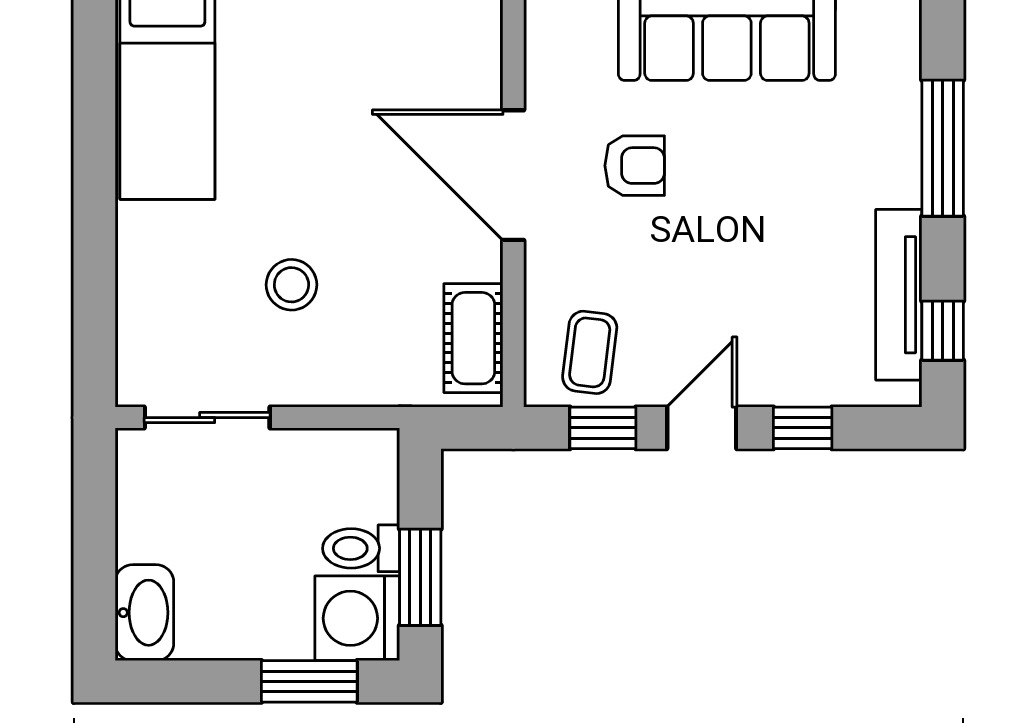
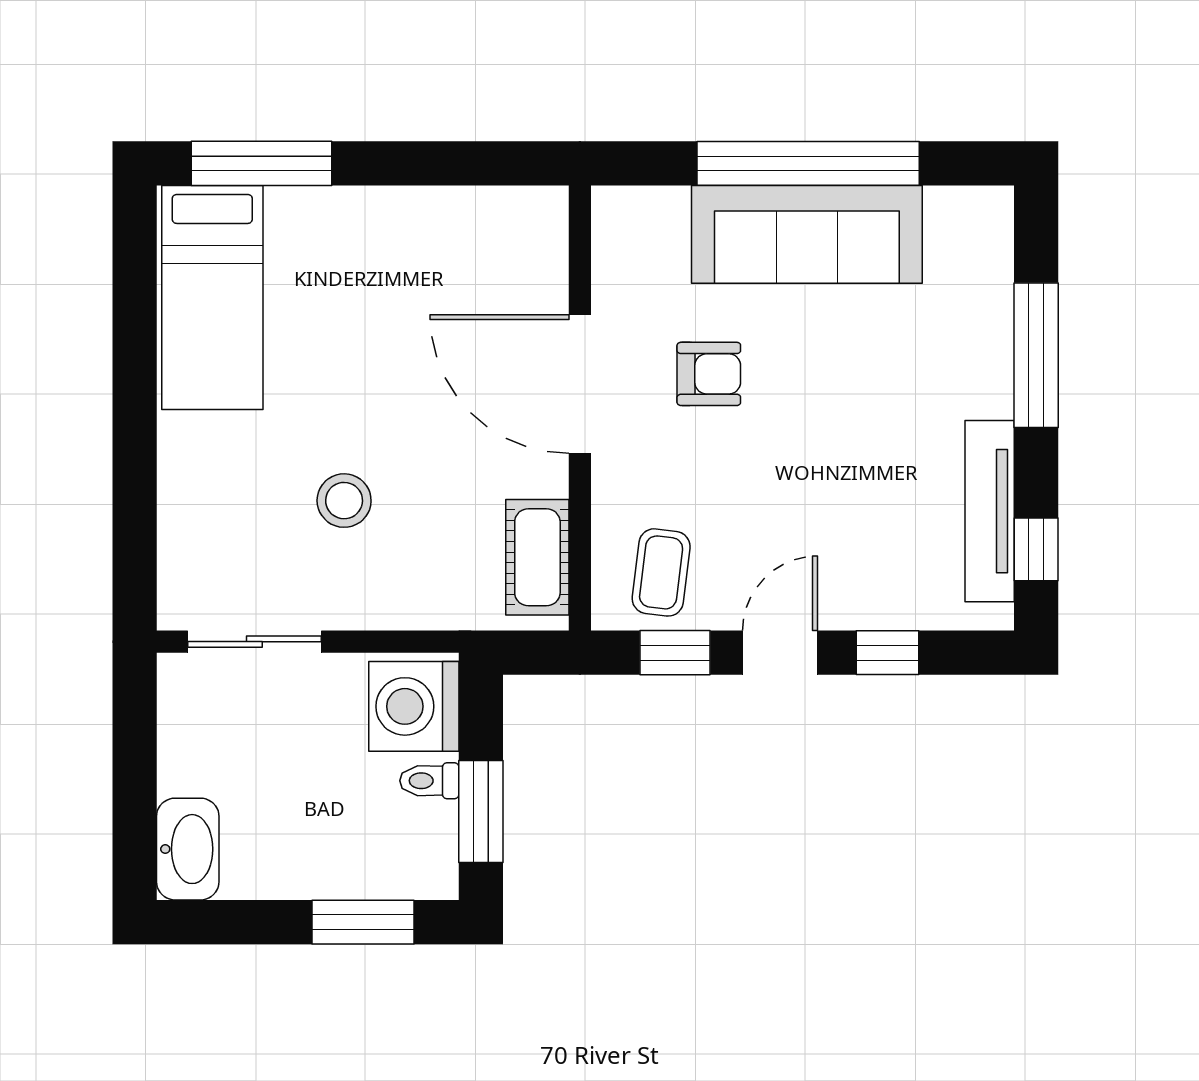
toilet: (361, 548) -> (429, 781), width x0.73, depth x0.72
washing machine: (357, 618) -> (414, 706), moved

